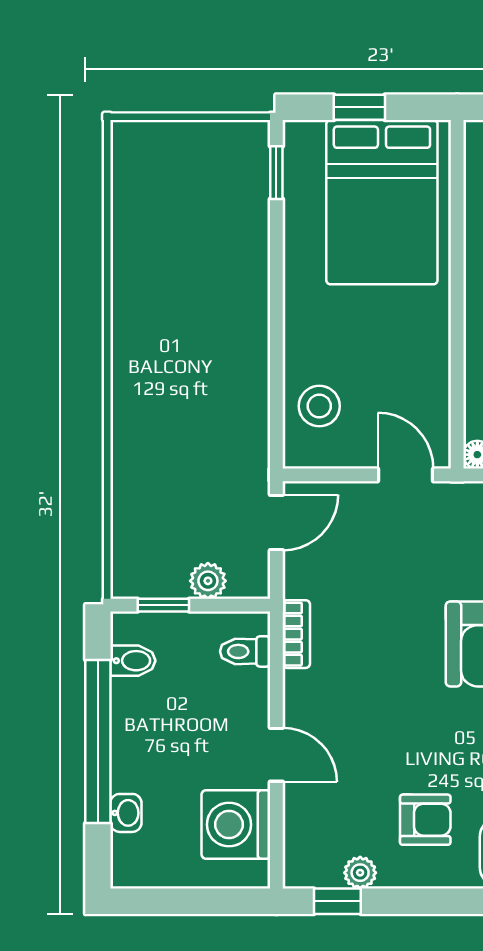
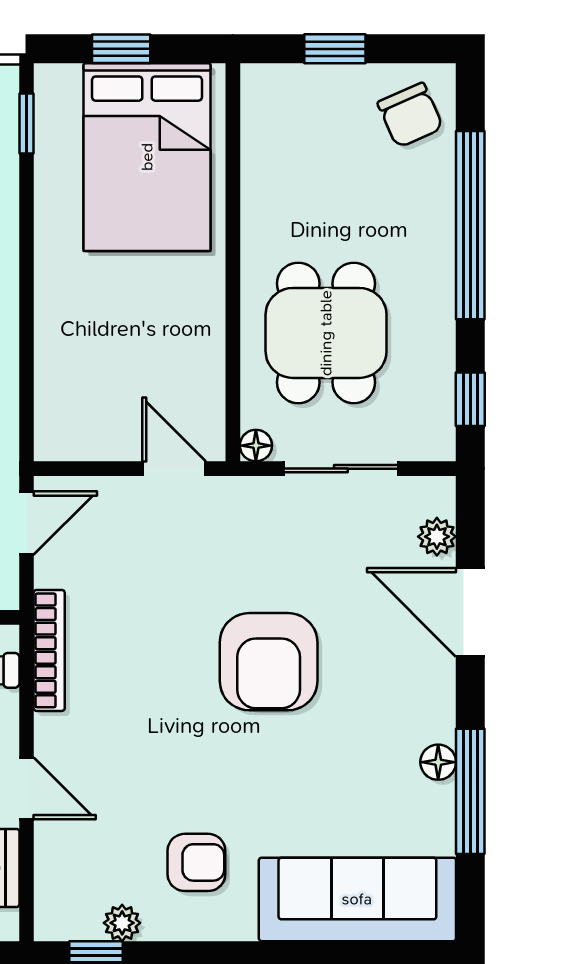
stool: (319, 406) -> (75, 390), removed
bookcase: (296, 634) -> (49, 650), width x1.56

